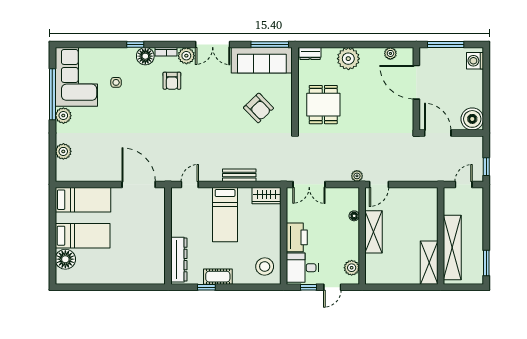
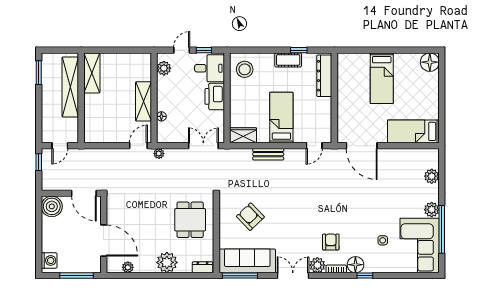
bed: (83, 236) -> (382, 78), moved, turned -90
floor lamp: (65, 259) -> (430, 62), moved

